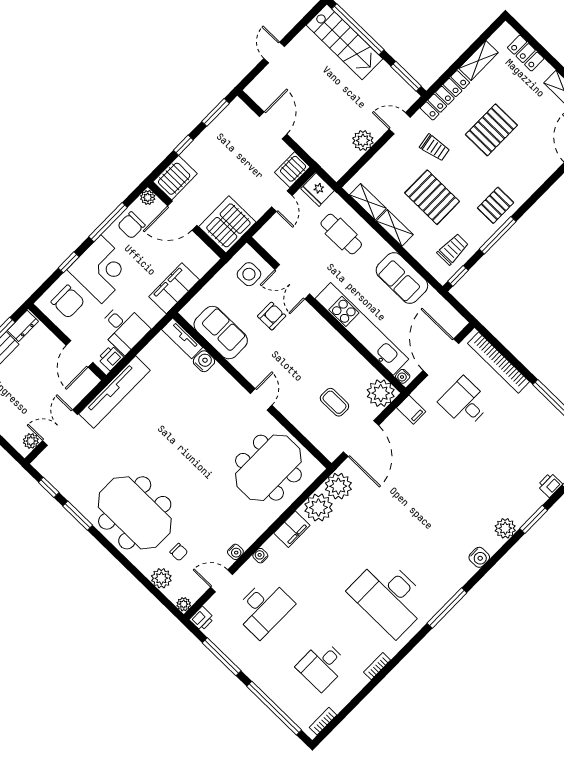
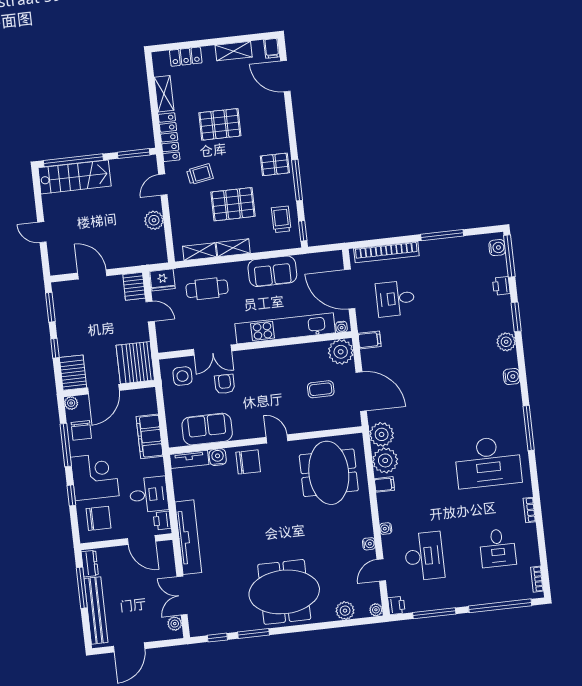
pallet: (491, 130) -> (220, 124), turned 90
pallet: (496, 205) -> (275, 164), turned 90
filing cabinet: (292, 529) -> (384, 484), width x0.50
chair: (179, 552) -> (248, 462), moved, width x1.87, depth x1.87

